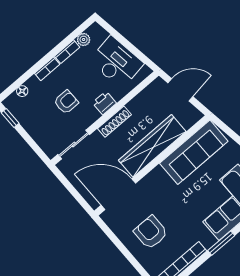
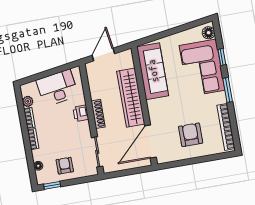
armchair: (66, 102) -> (65, 166), moved
armchair: (151, 232) -> (191, 135), turned 90

